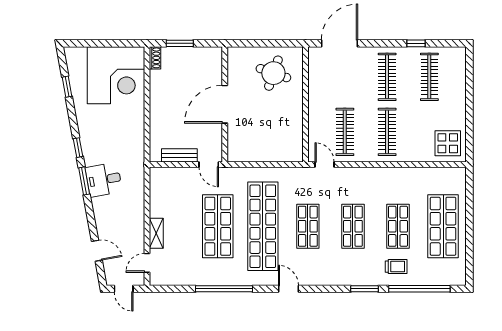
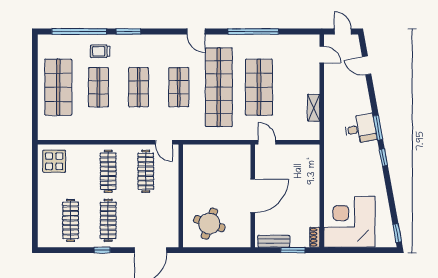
window: (416, 43) -> (102, 250), moved
window: (67, 87) -> (397, 233), moved
bench: (179, 155) -> (274, 241), moved
shelving: (156, 233) -> (314, 108), moved
door: (147, 263) -> (322, 55), hinge flipped

